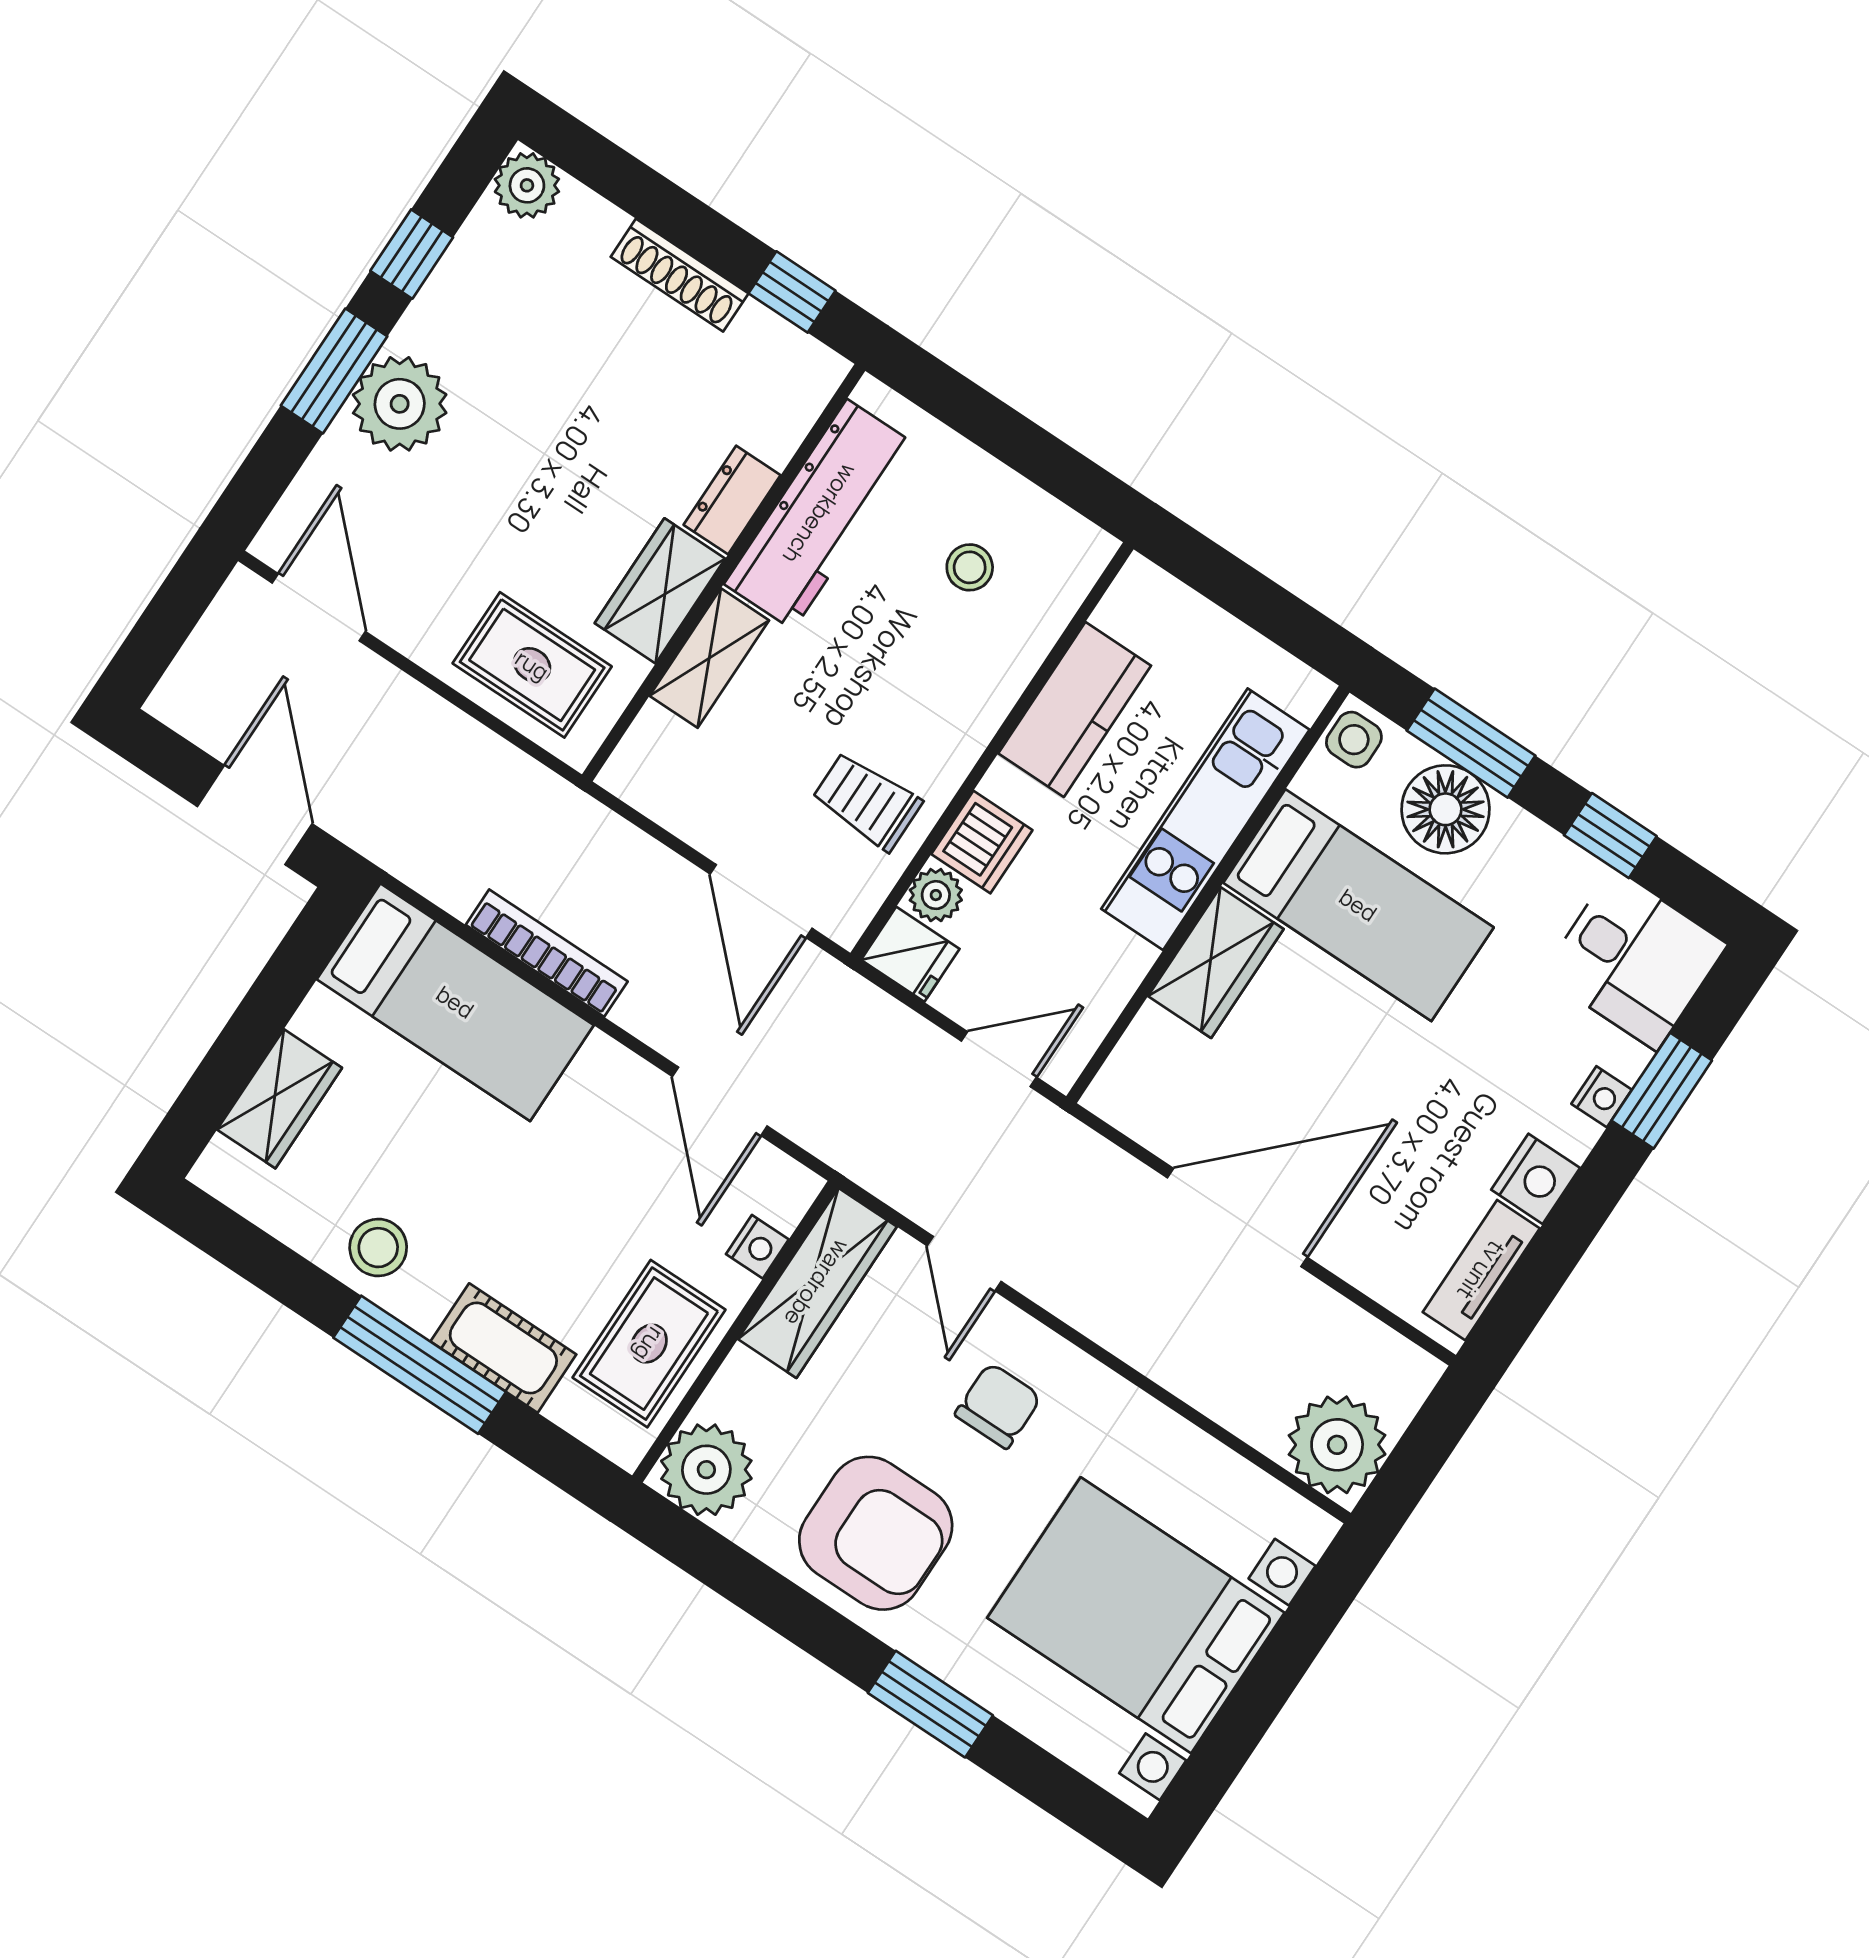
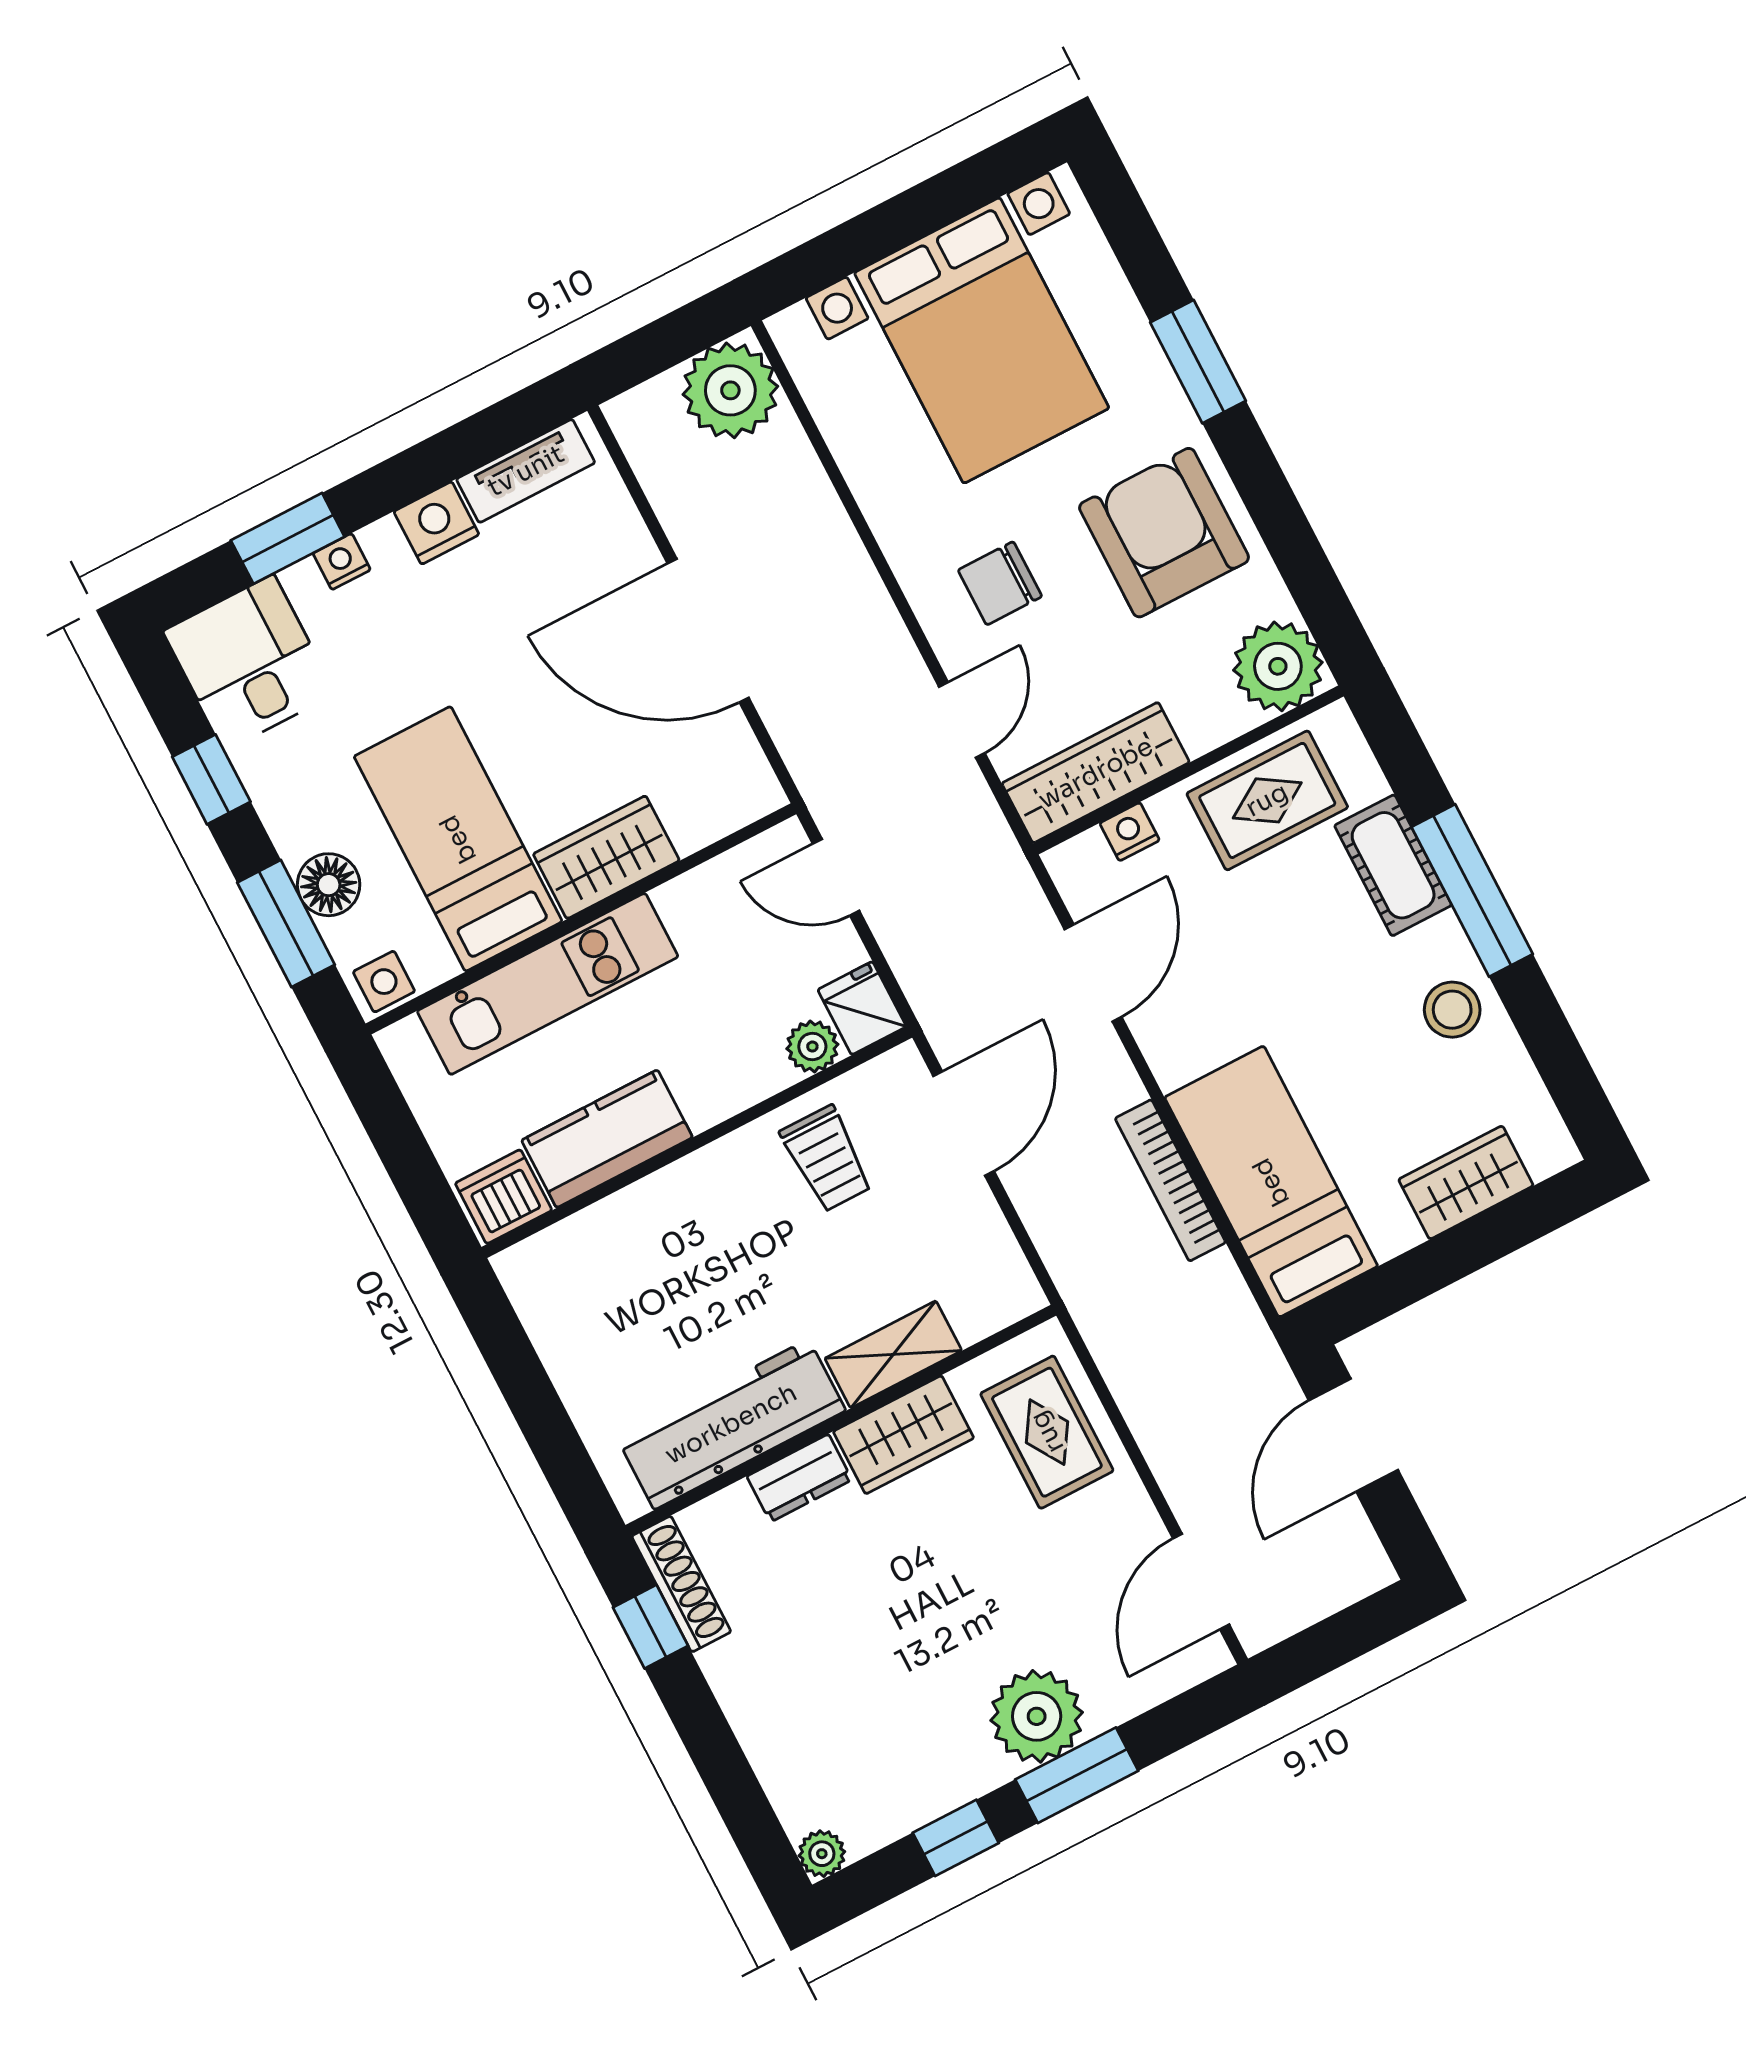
plant: (527, 185) -> (822, 1854), width x0.73, depth x0.73
shoe rack: (680, 275) -> (681, 1584), moved
stool: (970, 567) -> (629, 1309), removed
floor lamp: (1446, 809) -> (329, 885), width x0.73, depth x0.73
dishwasher: (982, 842) -> (504, 1197), moved

